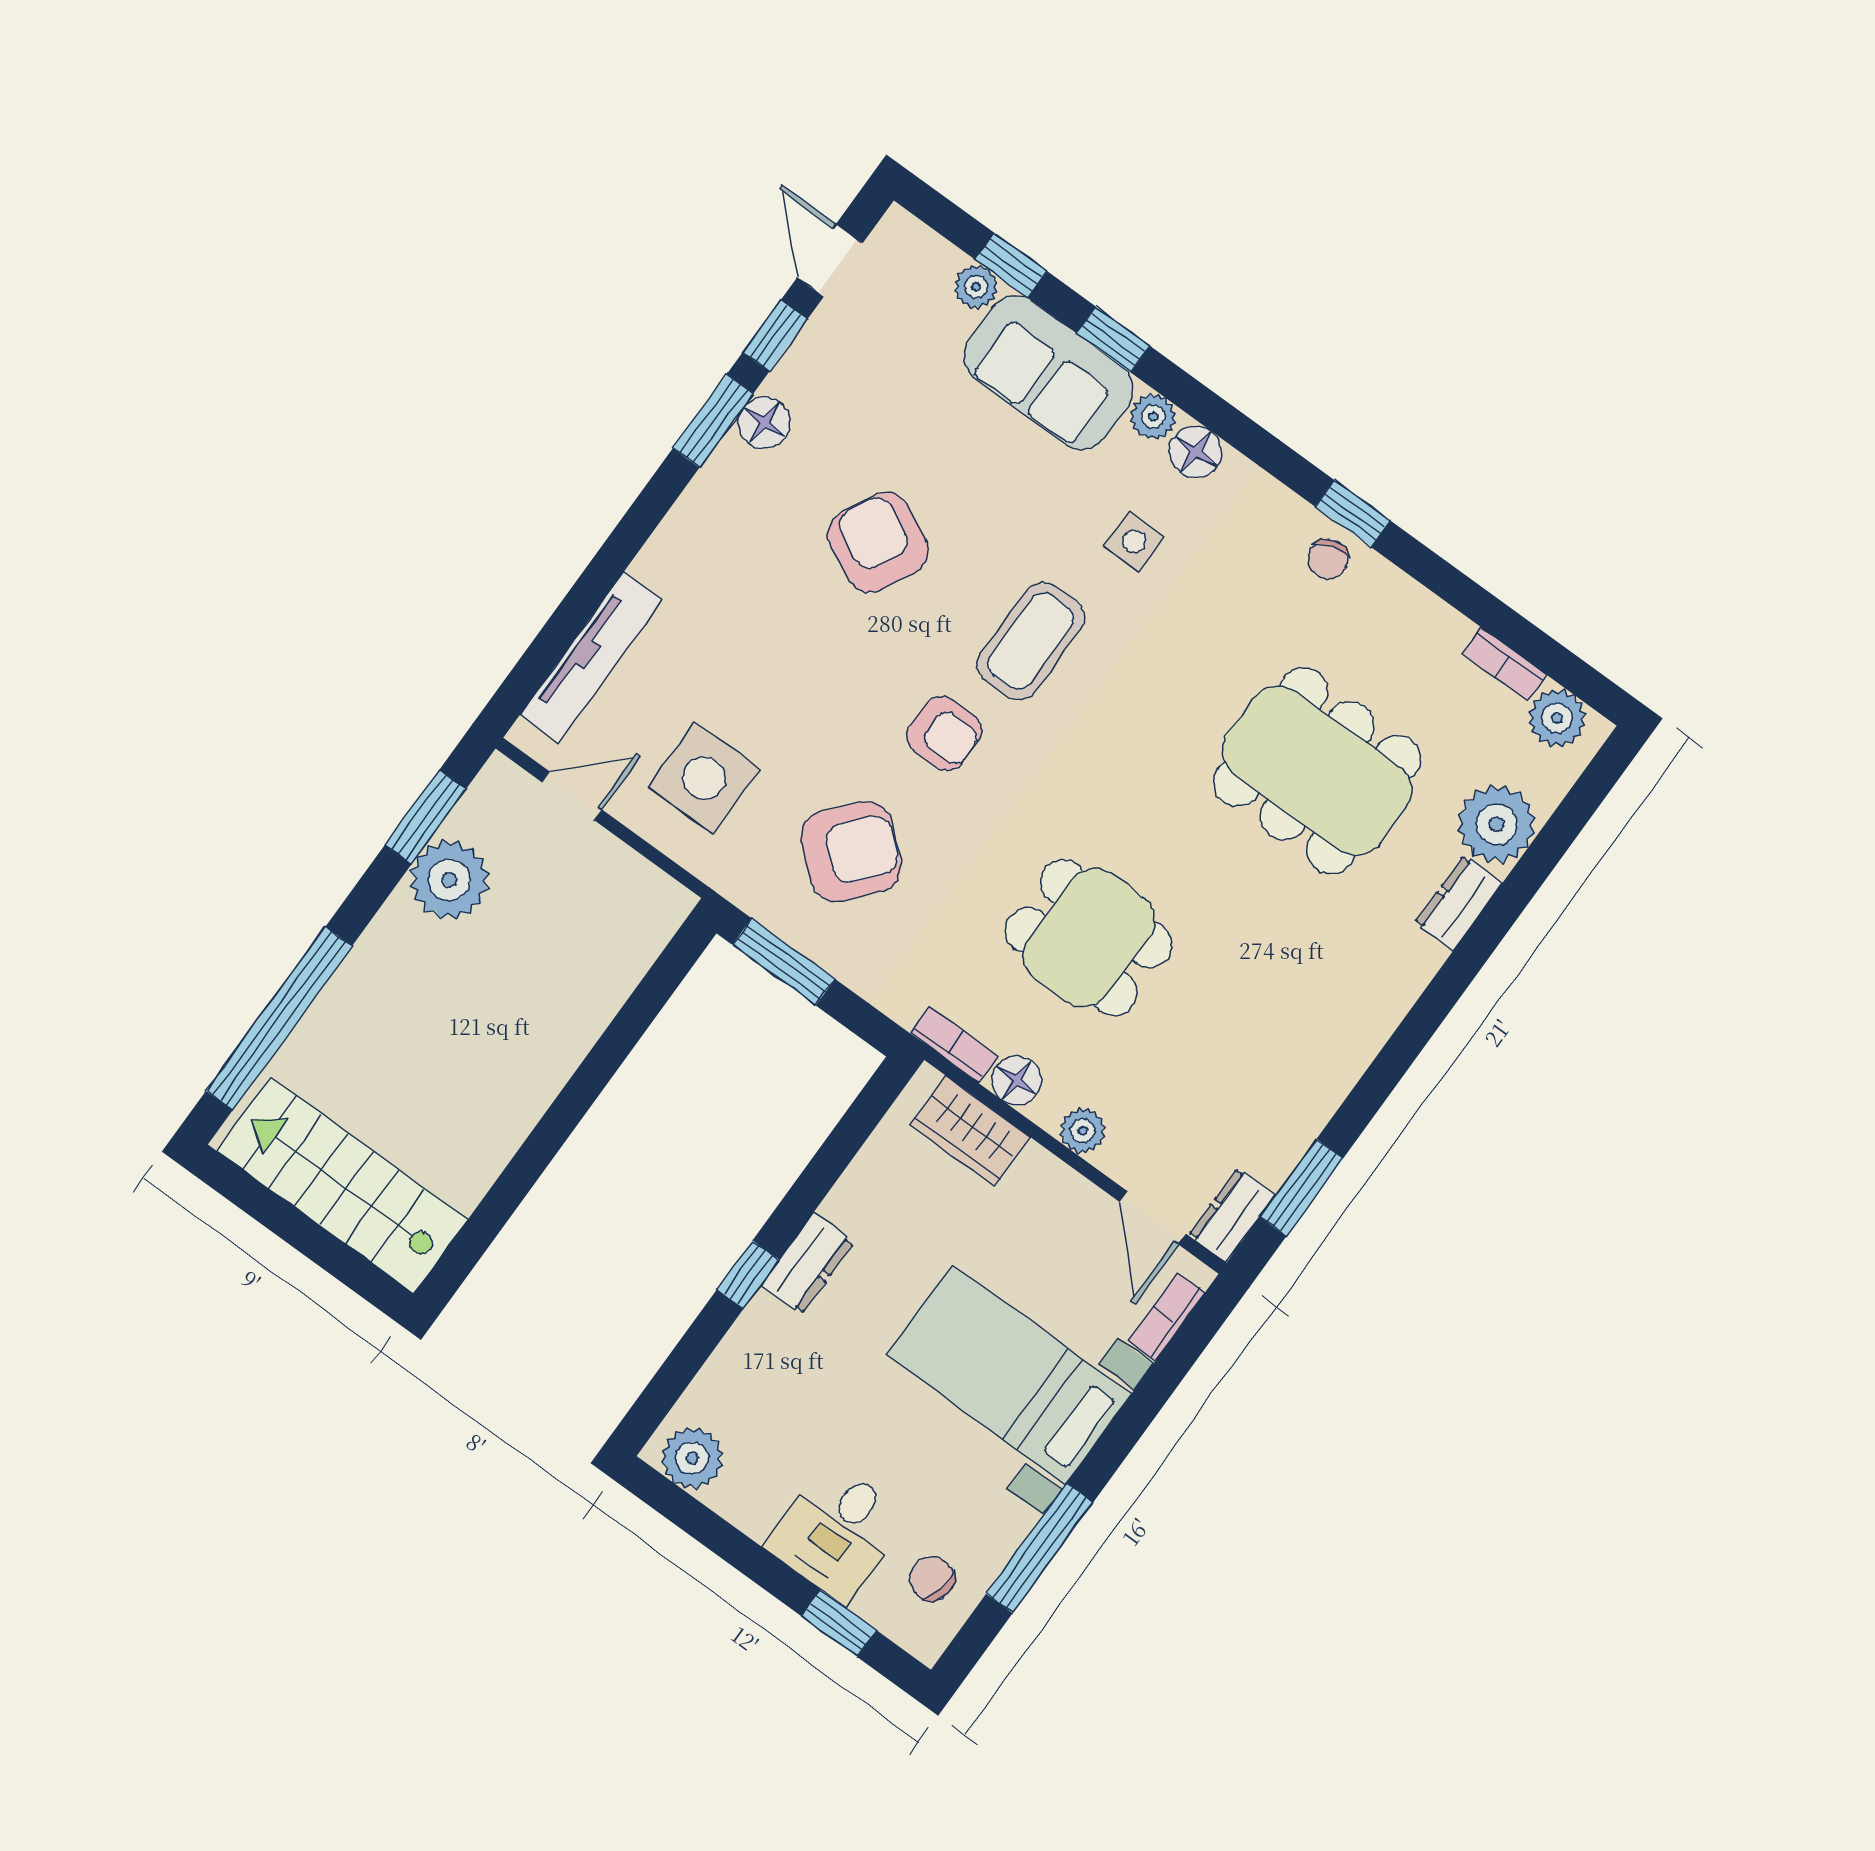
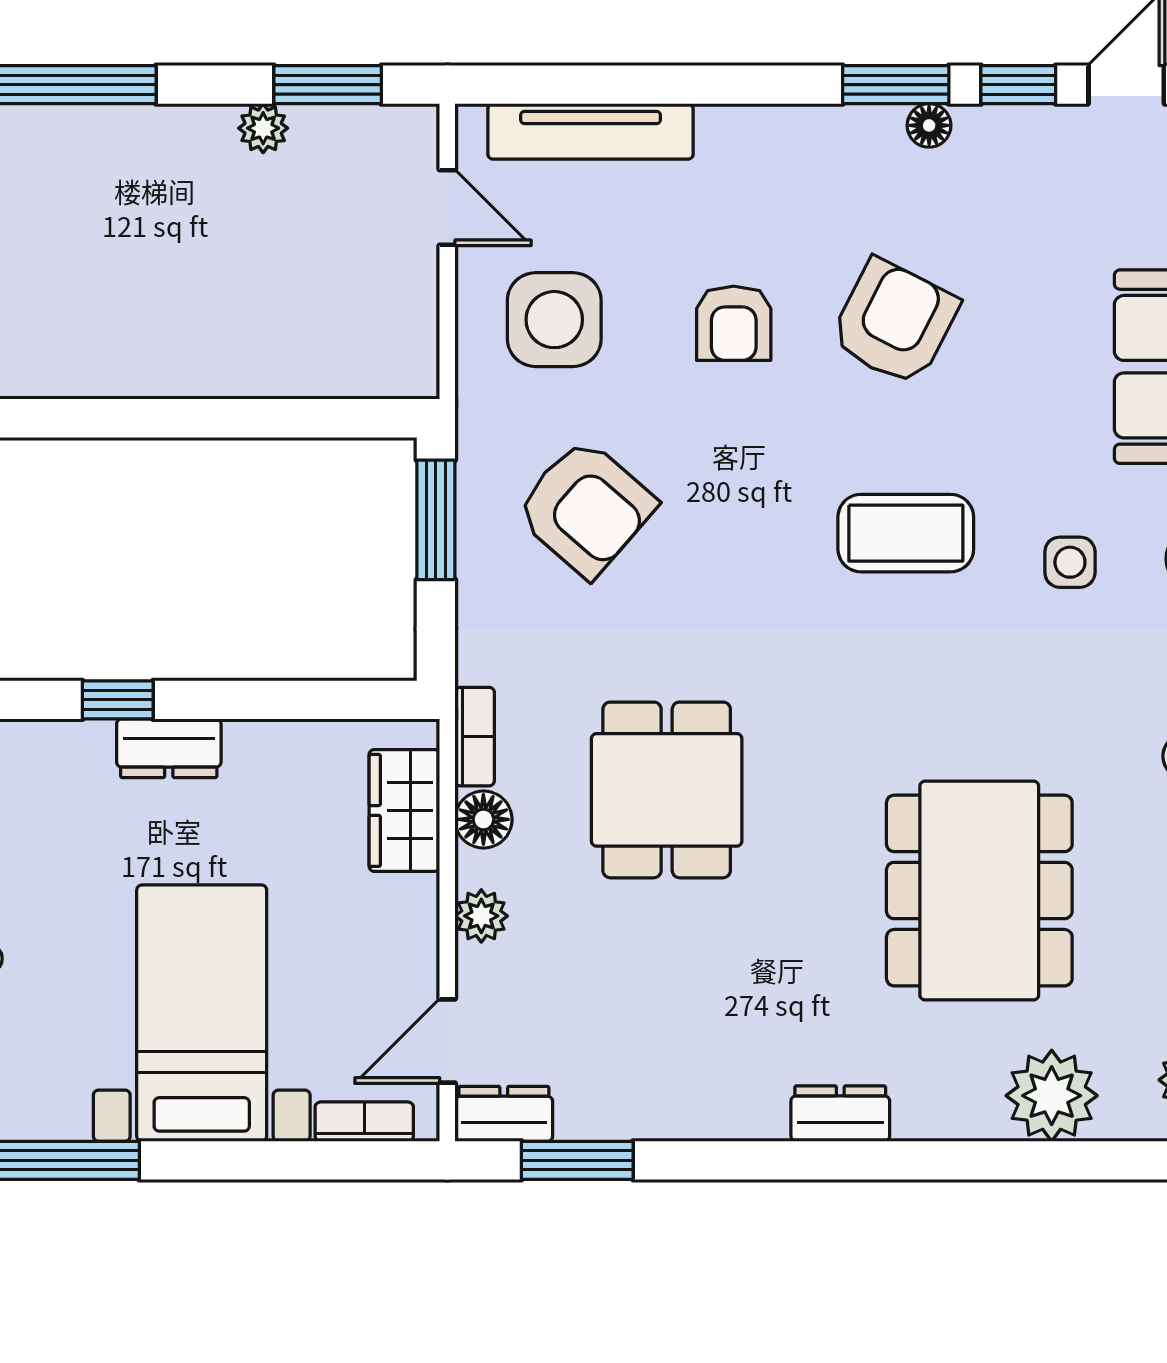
floor lamp: (764, 423) -> (929, 125), width x0.73, depth x0.73
armchair: (944, 734) -> (734, 323), moved
plant: (449, 880) -> (263, 128), width x0.53, depth x0.53
dresser: (1459, 903) -> (840, 1114), moved

